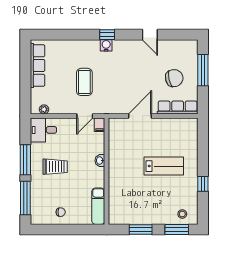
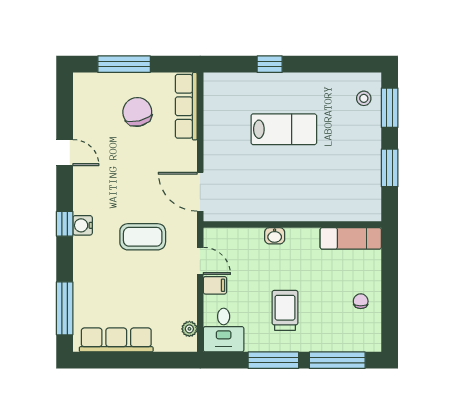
window: (56, 35) -> (65, 308), added
door: (150, 35) -> (65, 153), hinge flipped
coffee table: (84, 82) -> (143, 237), moved
door: (140, 116) -> (200, 192), moved
filing cabinet: (100, 125) -> (215, 285), moved
lab bench: (164, 166) -> (284, 129), turned 90
window: (203, 184) -> (270, 64), moved

